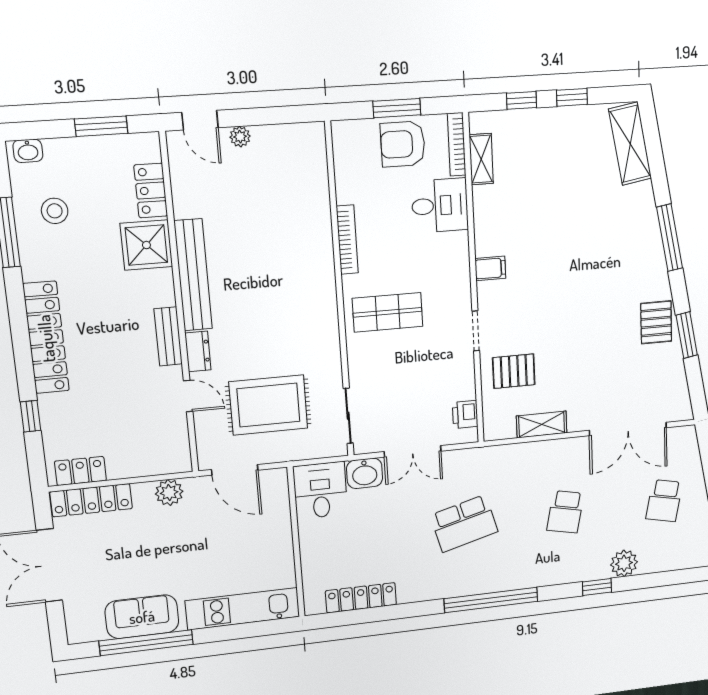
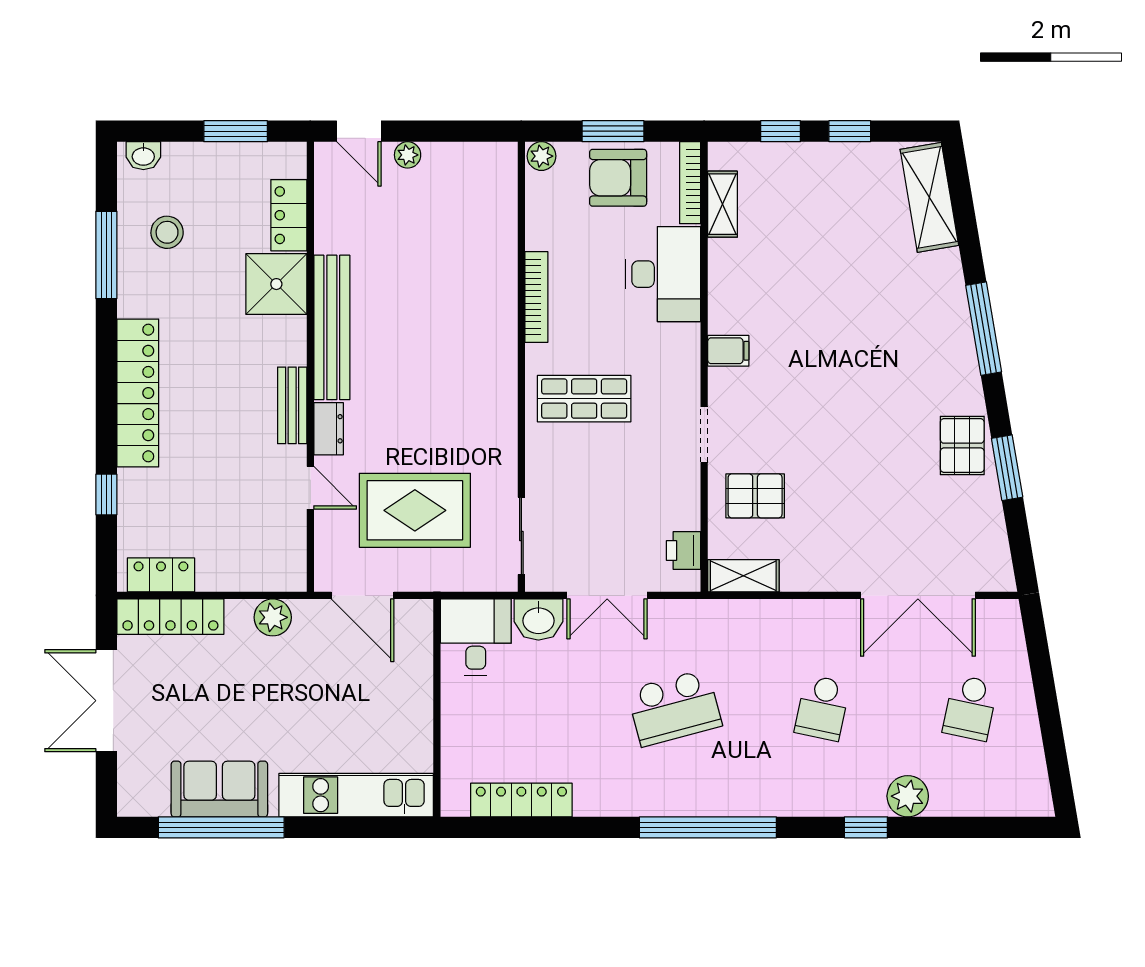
plant: (344, 131) -> (541, 156), added
desk: (440, 205) -> (663, 274), width x1.37
shelving: (542, 424) -> (743, 576), moved

